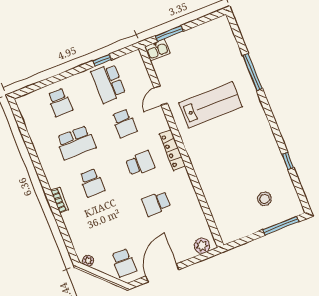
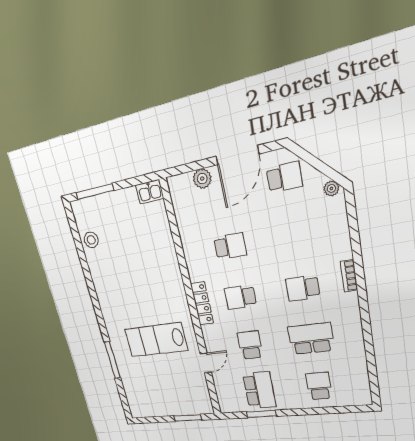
kitchen sink: (157, 50) -> (150, 192), moved, turned 180
window: (102, 60) -> (261, 414), width x1.50
window: (288, 161) -> (84, 263), removed
school desk: (92, 183) -> (303, 288), turned -90
stool: (265, 199) -> (91, 240), moved
plant: (202, 246) -> (202, 179), moved
school desk: (124, 263) -> (284, 177), turned 90

